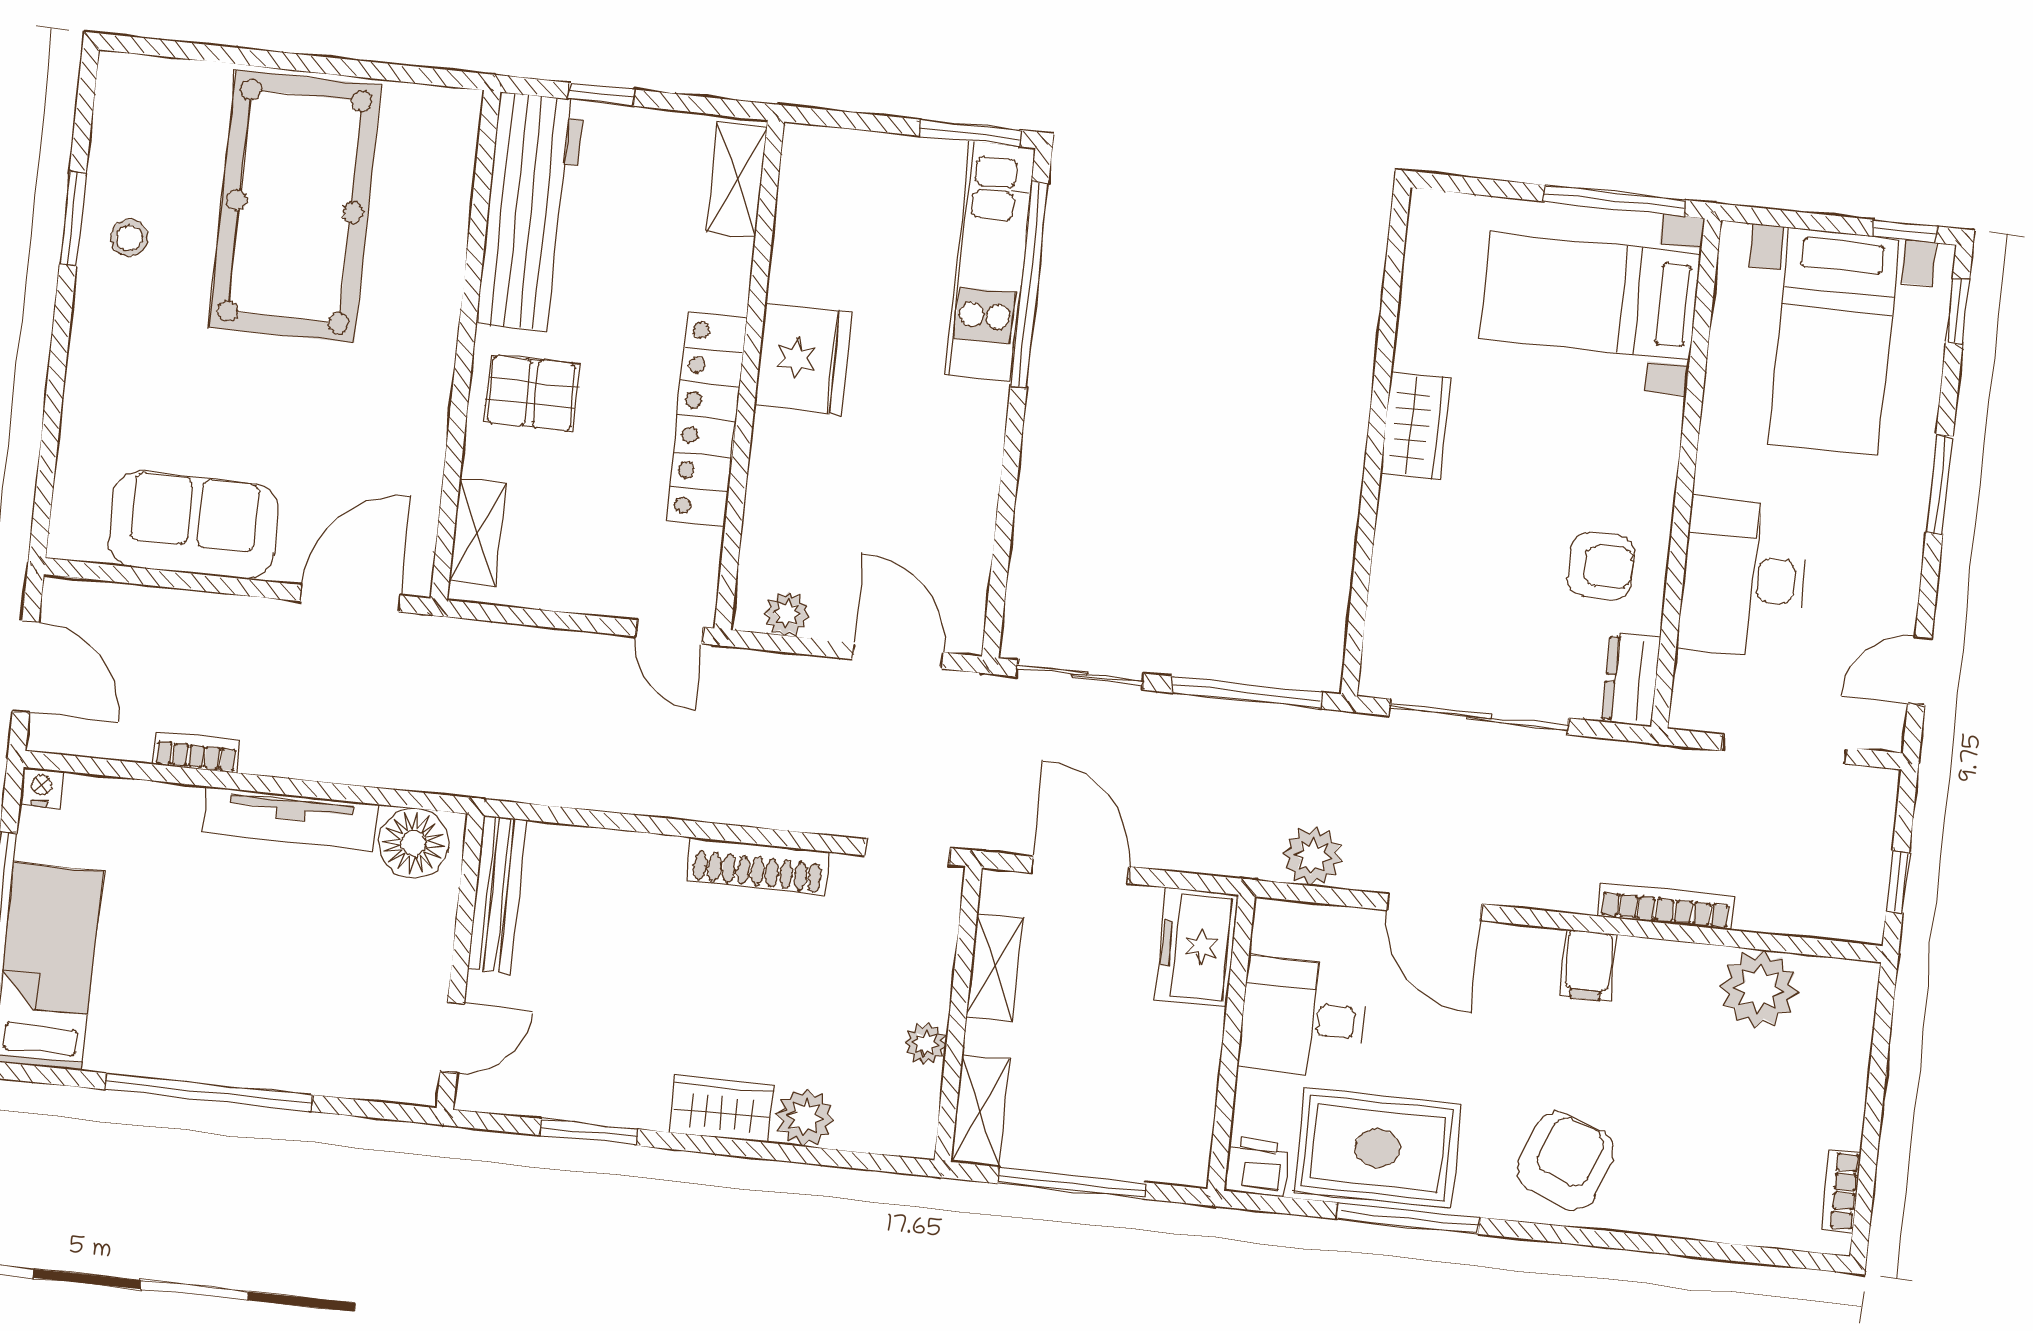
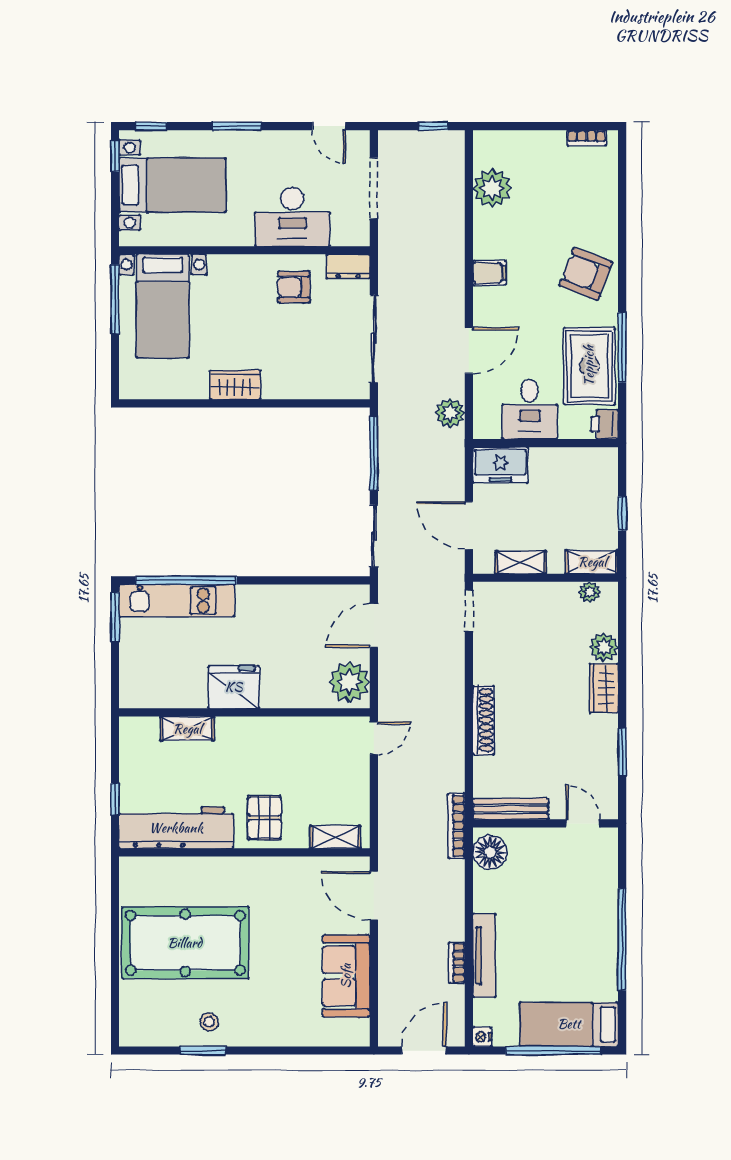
shelving: (737, 179) -> (187, 729), moved
locker: (706, 419) -> (268, 731), removed
armchair: (1601, 566) -> (294, 287), turned -90
plant: (787, 614) -> (349, 682), width x1.88, depth x1.88
tv unit: (290, 818) -> (484, 955), moved
shoe rack: (758, 866) -> (484, 720), moved
door: (1080, 870) -> (469, 526), hinge flipped
bookcase: (1666, 906) -> (457, 826), moved
plant: (926, 1044) -> (590, 592), moved
window: (1072, 1183) -> (622, 513), width x0.46

